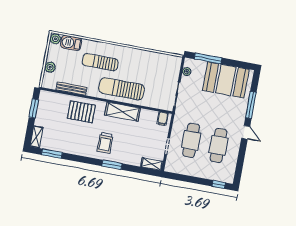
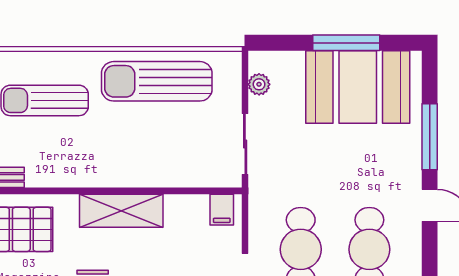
window: (208, 58) -> (346, 43), moved
sun lounger: (122, 89) -> (157, 81), moved

